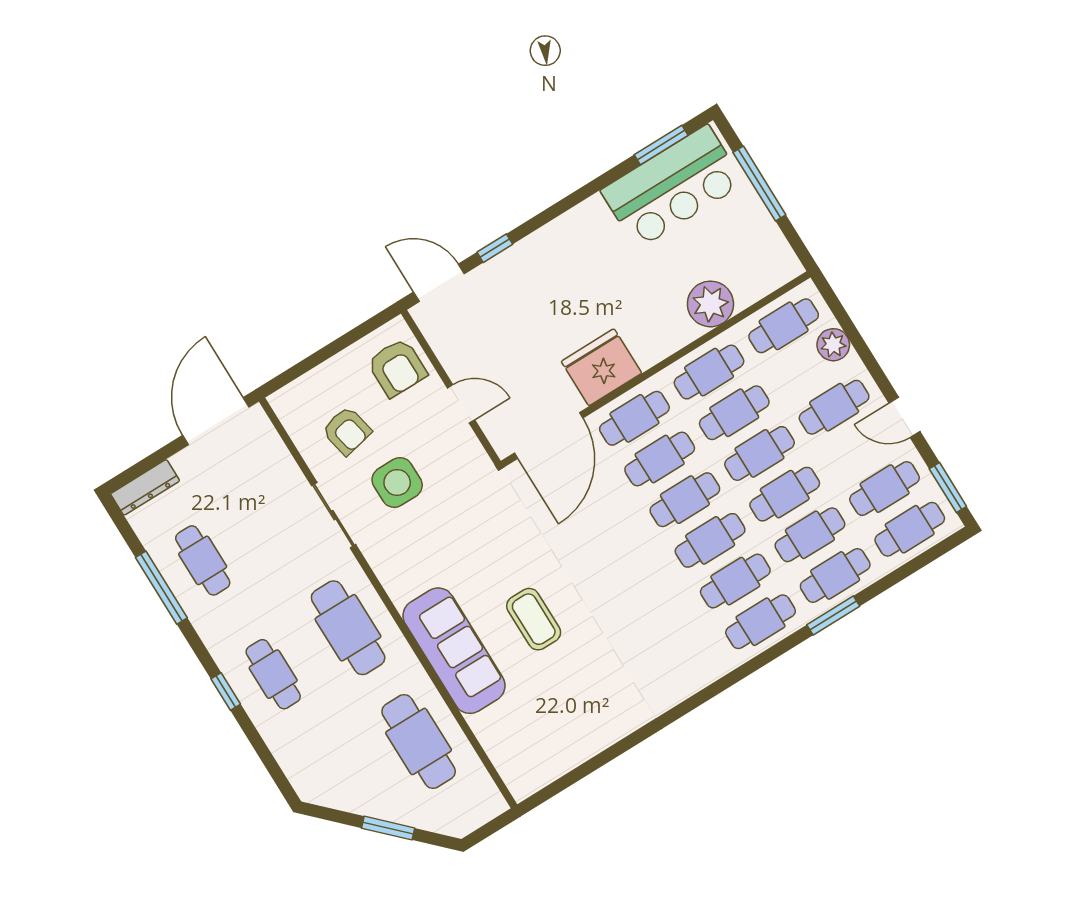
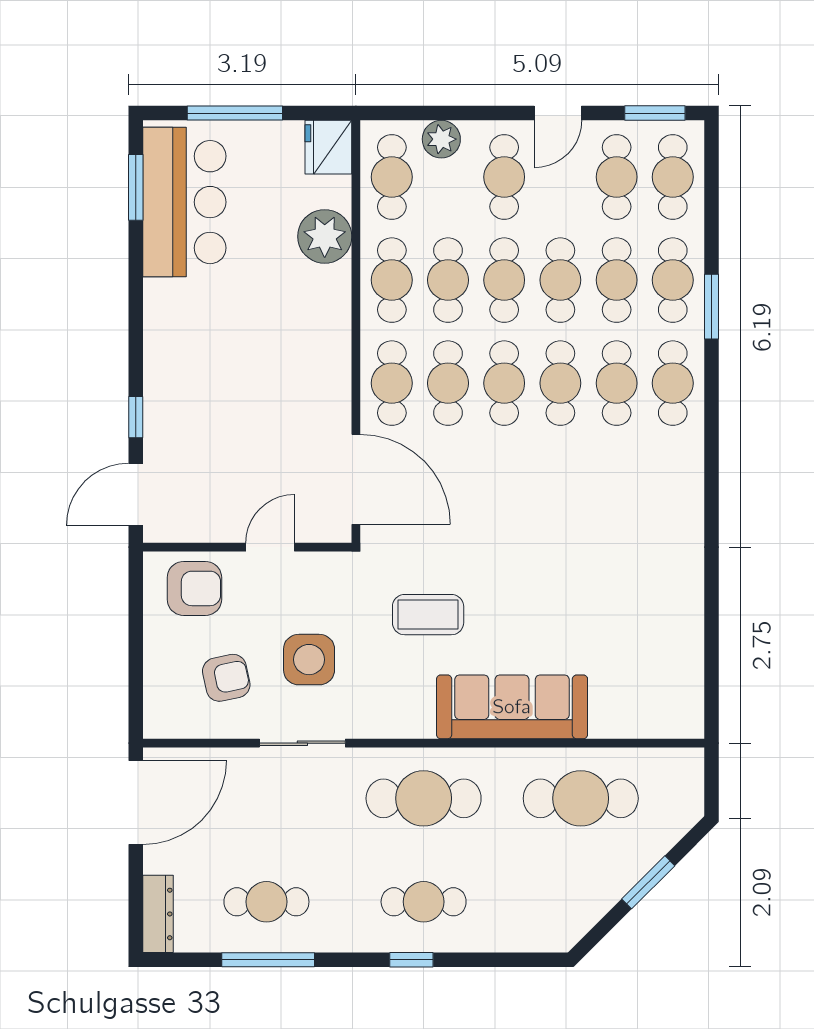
fridge: (601, 367) -> (328, 147), moved, width x0.73, depth x0.75
door: (216, 421) -> (136, 802), swing flipped
coffee table: (534, 619) -> (428, 615), moved

